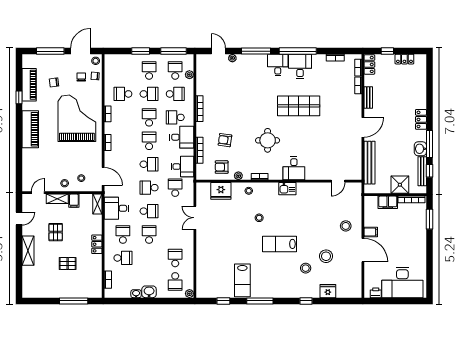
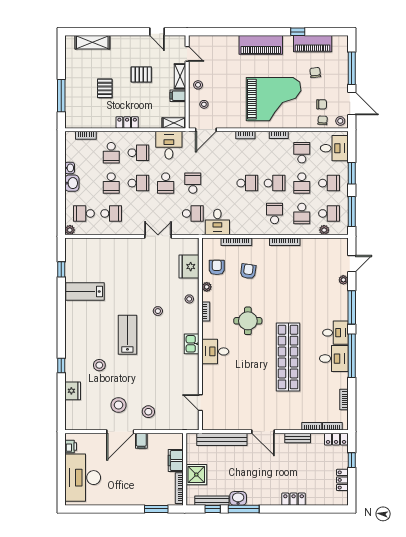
shop shelf: (299, 106) -> (288, 357), width x1.40
locker: (421, 119) -> (294, 499), moved
desk: (182, 137) -> (334, 148), moved, turned -90
school desk: (149, 164) -> (111, 183), moved
shelving: (28, 251) -> (92, 42), moved
stool: (326, 256) -> (118, 405), moved
window: (260, 301) -> (61, 312), removed

